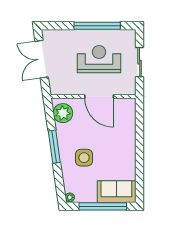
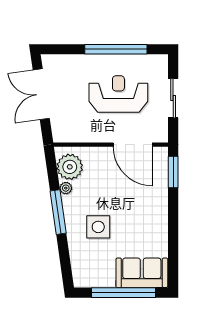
door: (99, 97) -> (133, 145), moved
window: (140, 117) -> (173, 172), added
plant: (70, 197) -> (66, 188), moved

